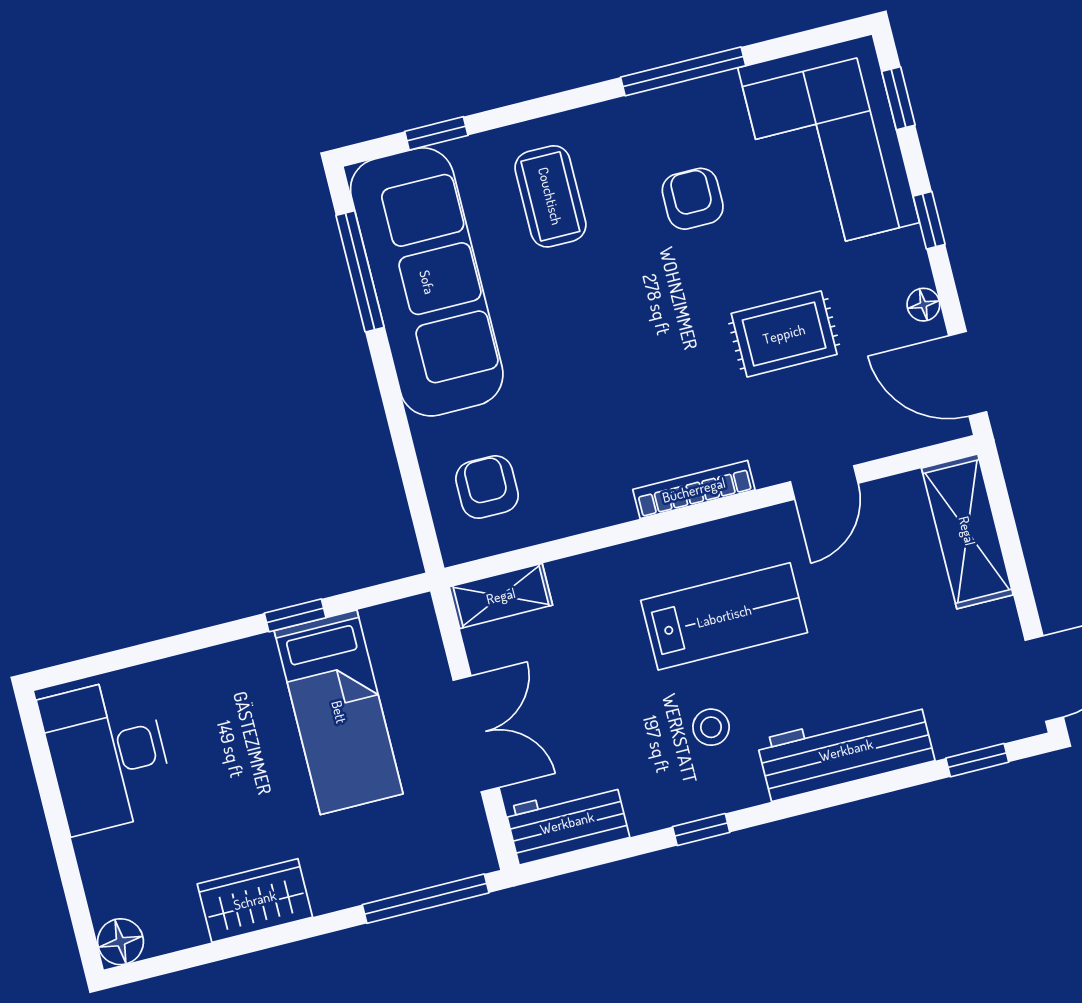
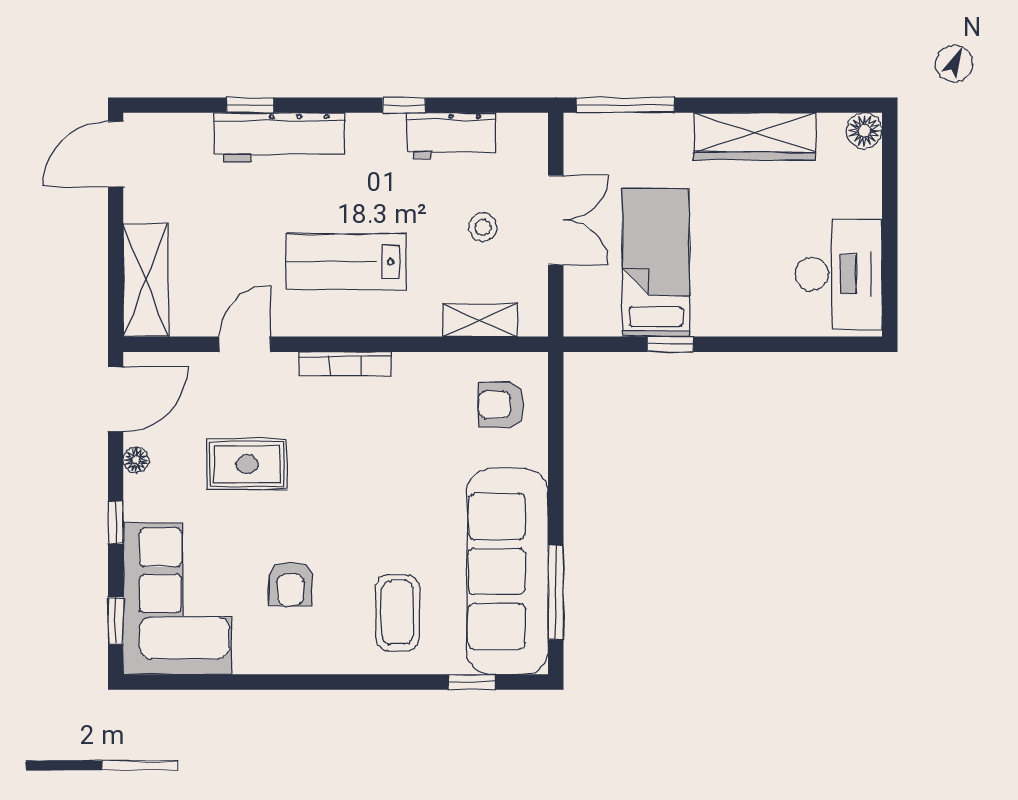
window: (683, 71) -> (273, 682), removed
door: (968, 374) -> (116, 399), hinge flipped
armchair: (487, 487) -> (501, 405), turned 90
shelving: (501, 596) -> (480, 320), moved
stool: (711, 727) -> (483, 227), moved
double door: (476, 734) -> (556, 220), swing flipped
window: (977, 760) -> (250, 105), moved
workbench: (567, 823) -> (451, 136), moved
wardrobe: (255, 900) -> (755, 136), width x1.50

